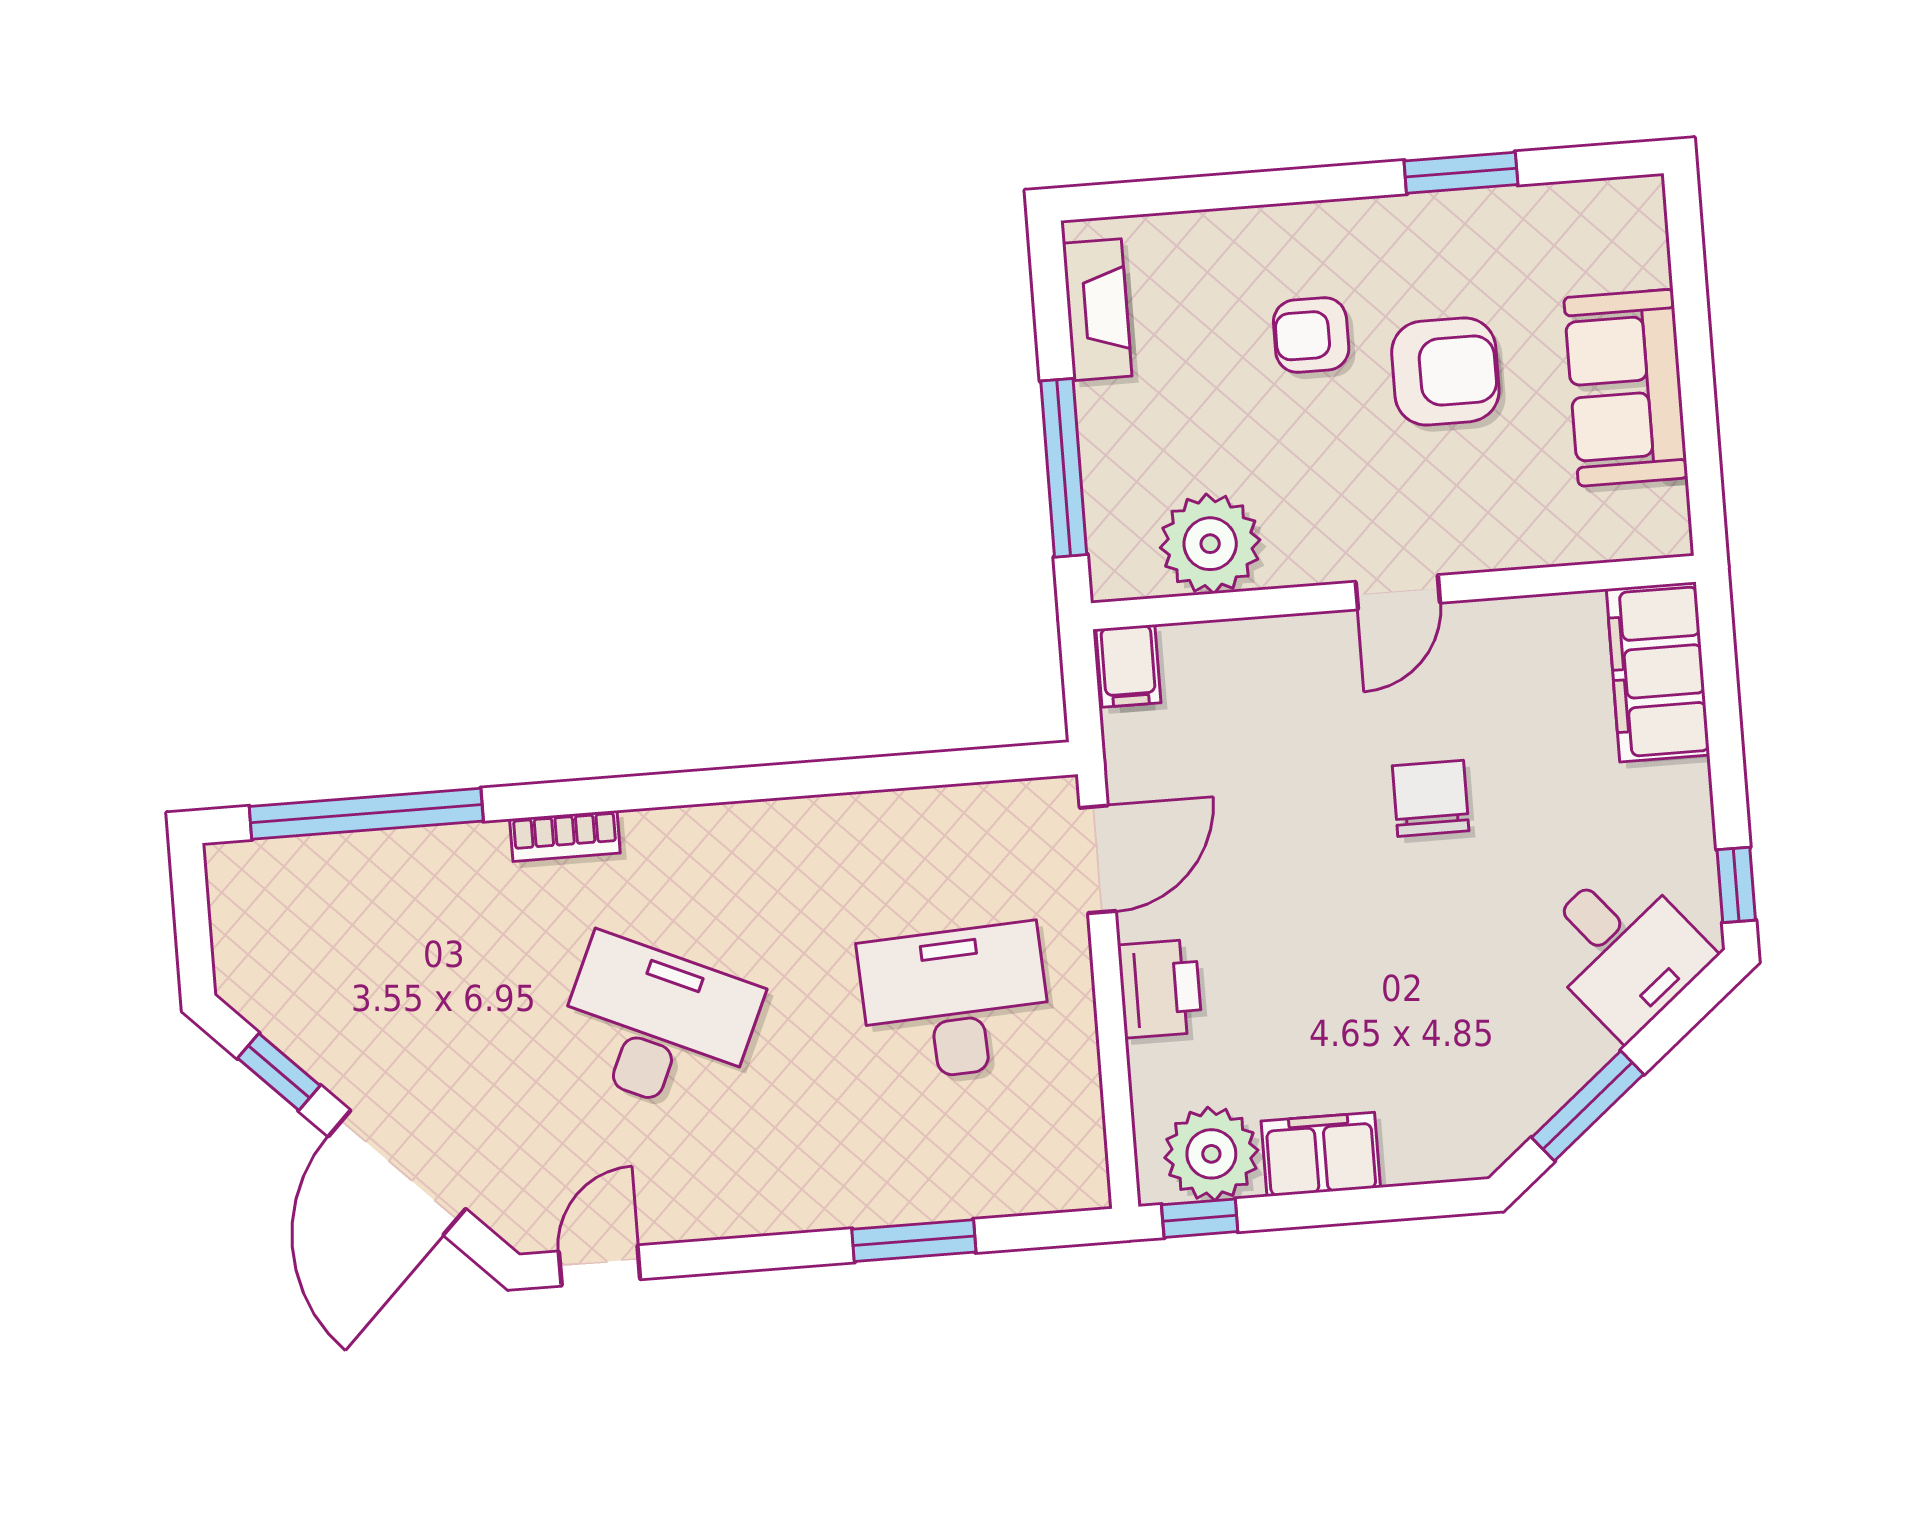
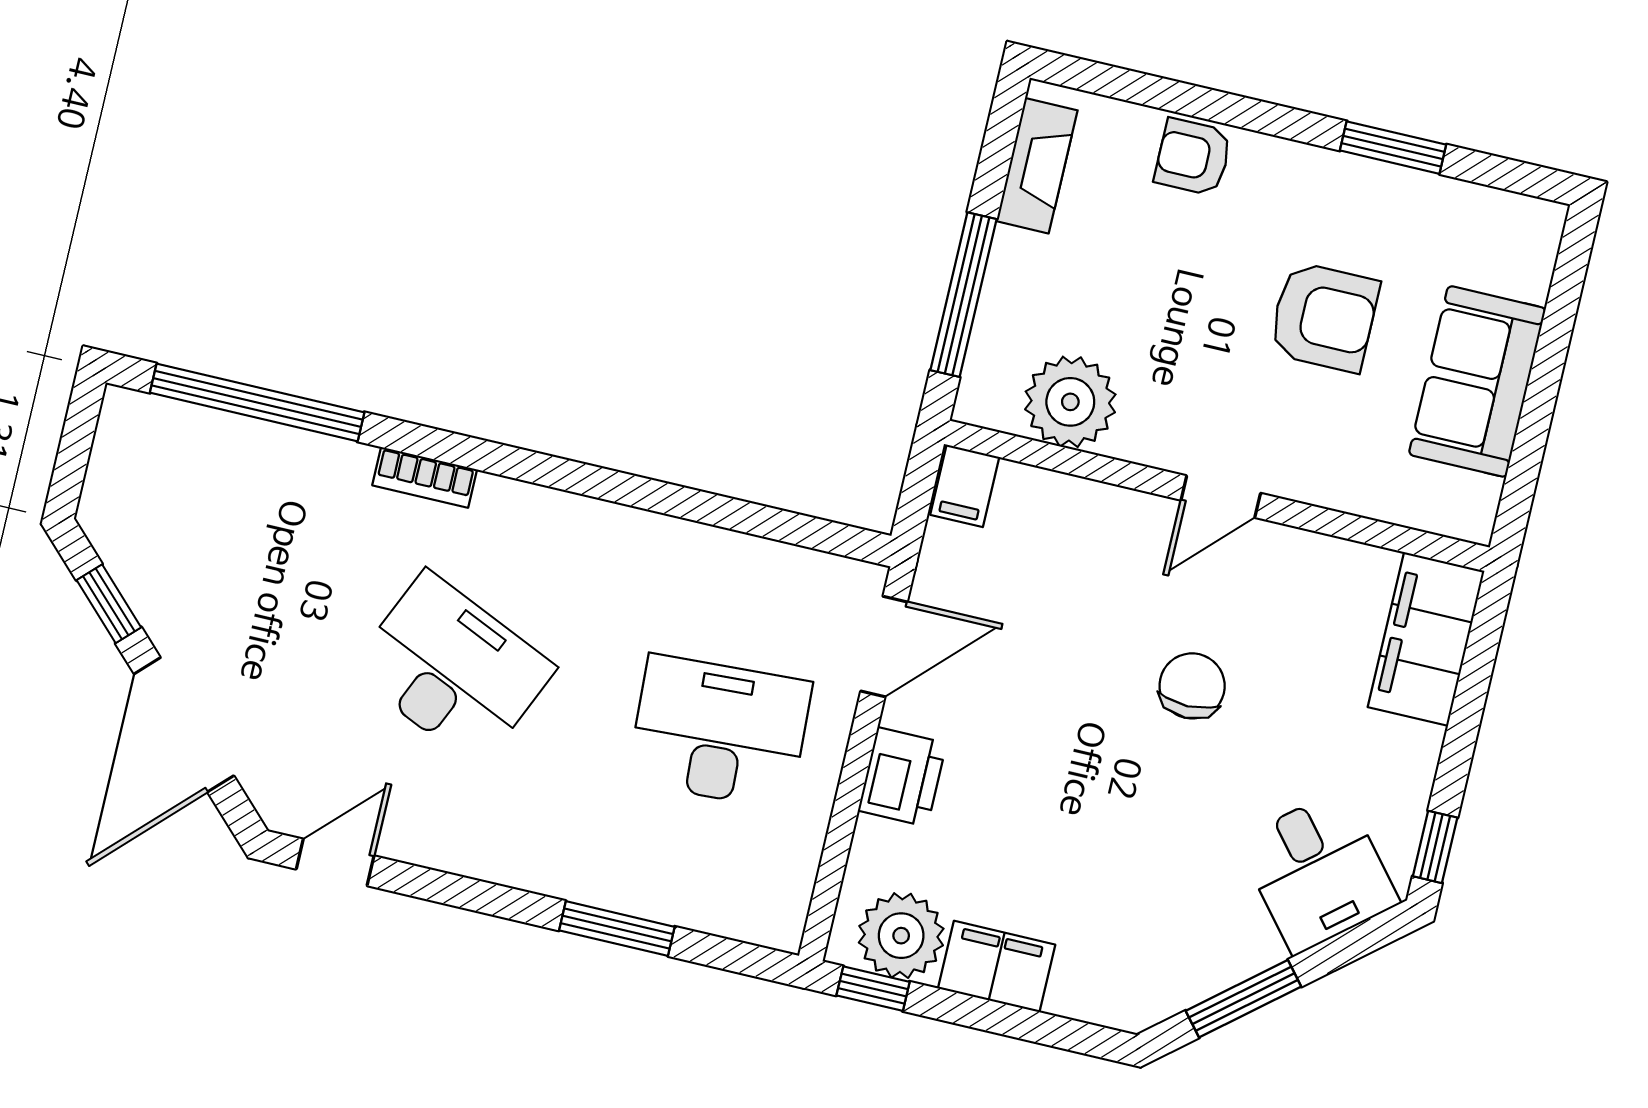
armchair: (1311, 335) -> (1193, 157), moved

